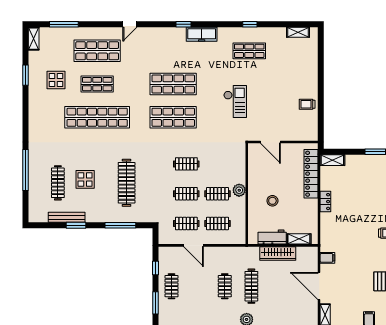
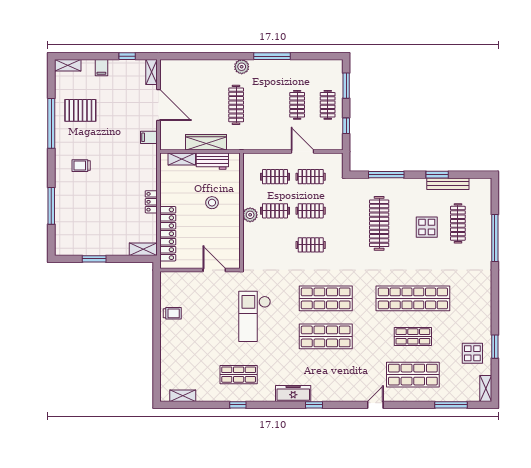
display table: (56, 80) -> (472, 353), moved
checkout: (235, 102) -> (255, 316), width x1.36, depth x1.21
clothes rail: (225, 286) -> (297, 105), moved

